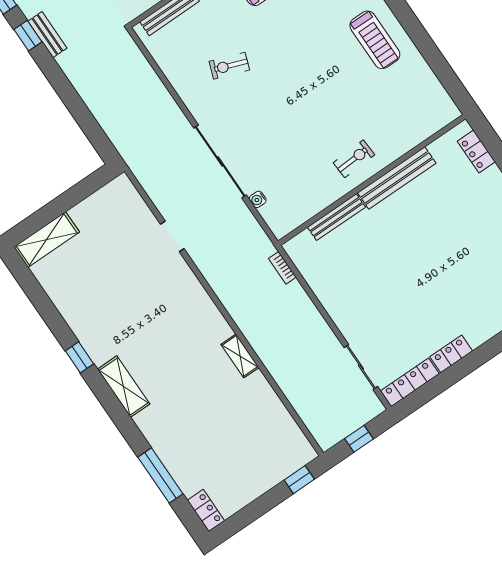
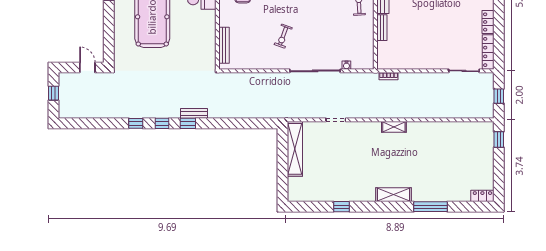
exercise bike: (229, 66) -> (283, 36), moved
bench: (336, 217) -> (382, 28), width x0.73
shelving: (47, 240) -> (295, 149), moved, width x1.47
shelving: (240, 356) -> (394, 127), moved
window: (79, 357) -> (342, 207), moved
window: (160, 476) -> (430, 207), moved

